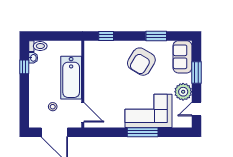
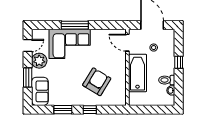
window: (106, 36) -> (90, 110), moved
toilet: (38, 46) -> (167, 80), moved
armchair: (141, 62) -> (97, 82), moved
window: (24, 67) -> (179, 62), moved

